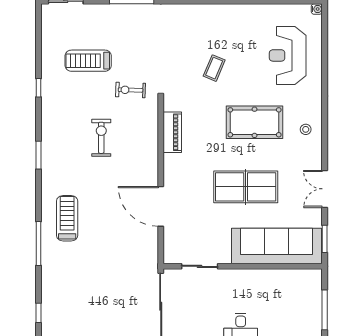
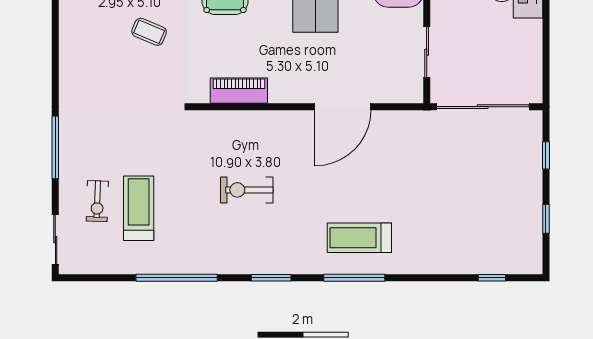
treadmill: (88, 61) -> (139, 208), turned 180
window: (39, 88) -> (177, 278), width x3.17
exercise bike: (131, 90) -> (97, 201), moved
window: (39, 244) -> (354, 278), moved

